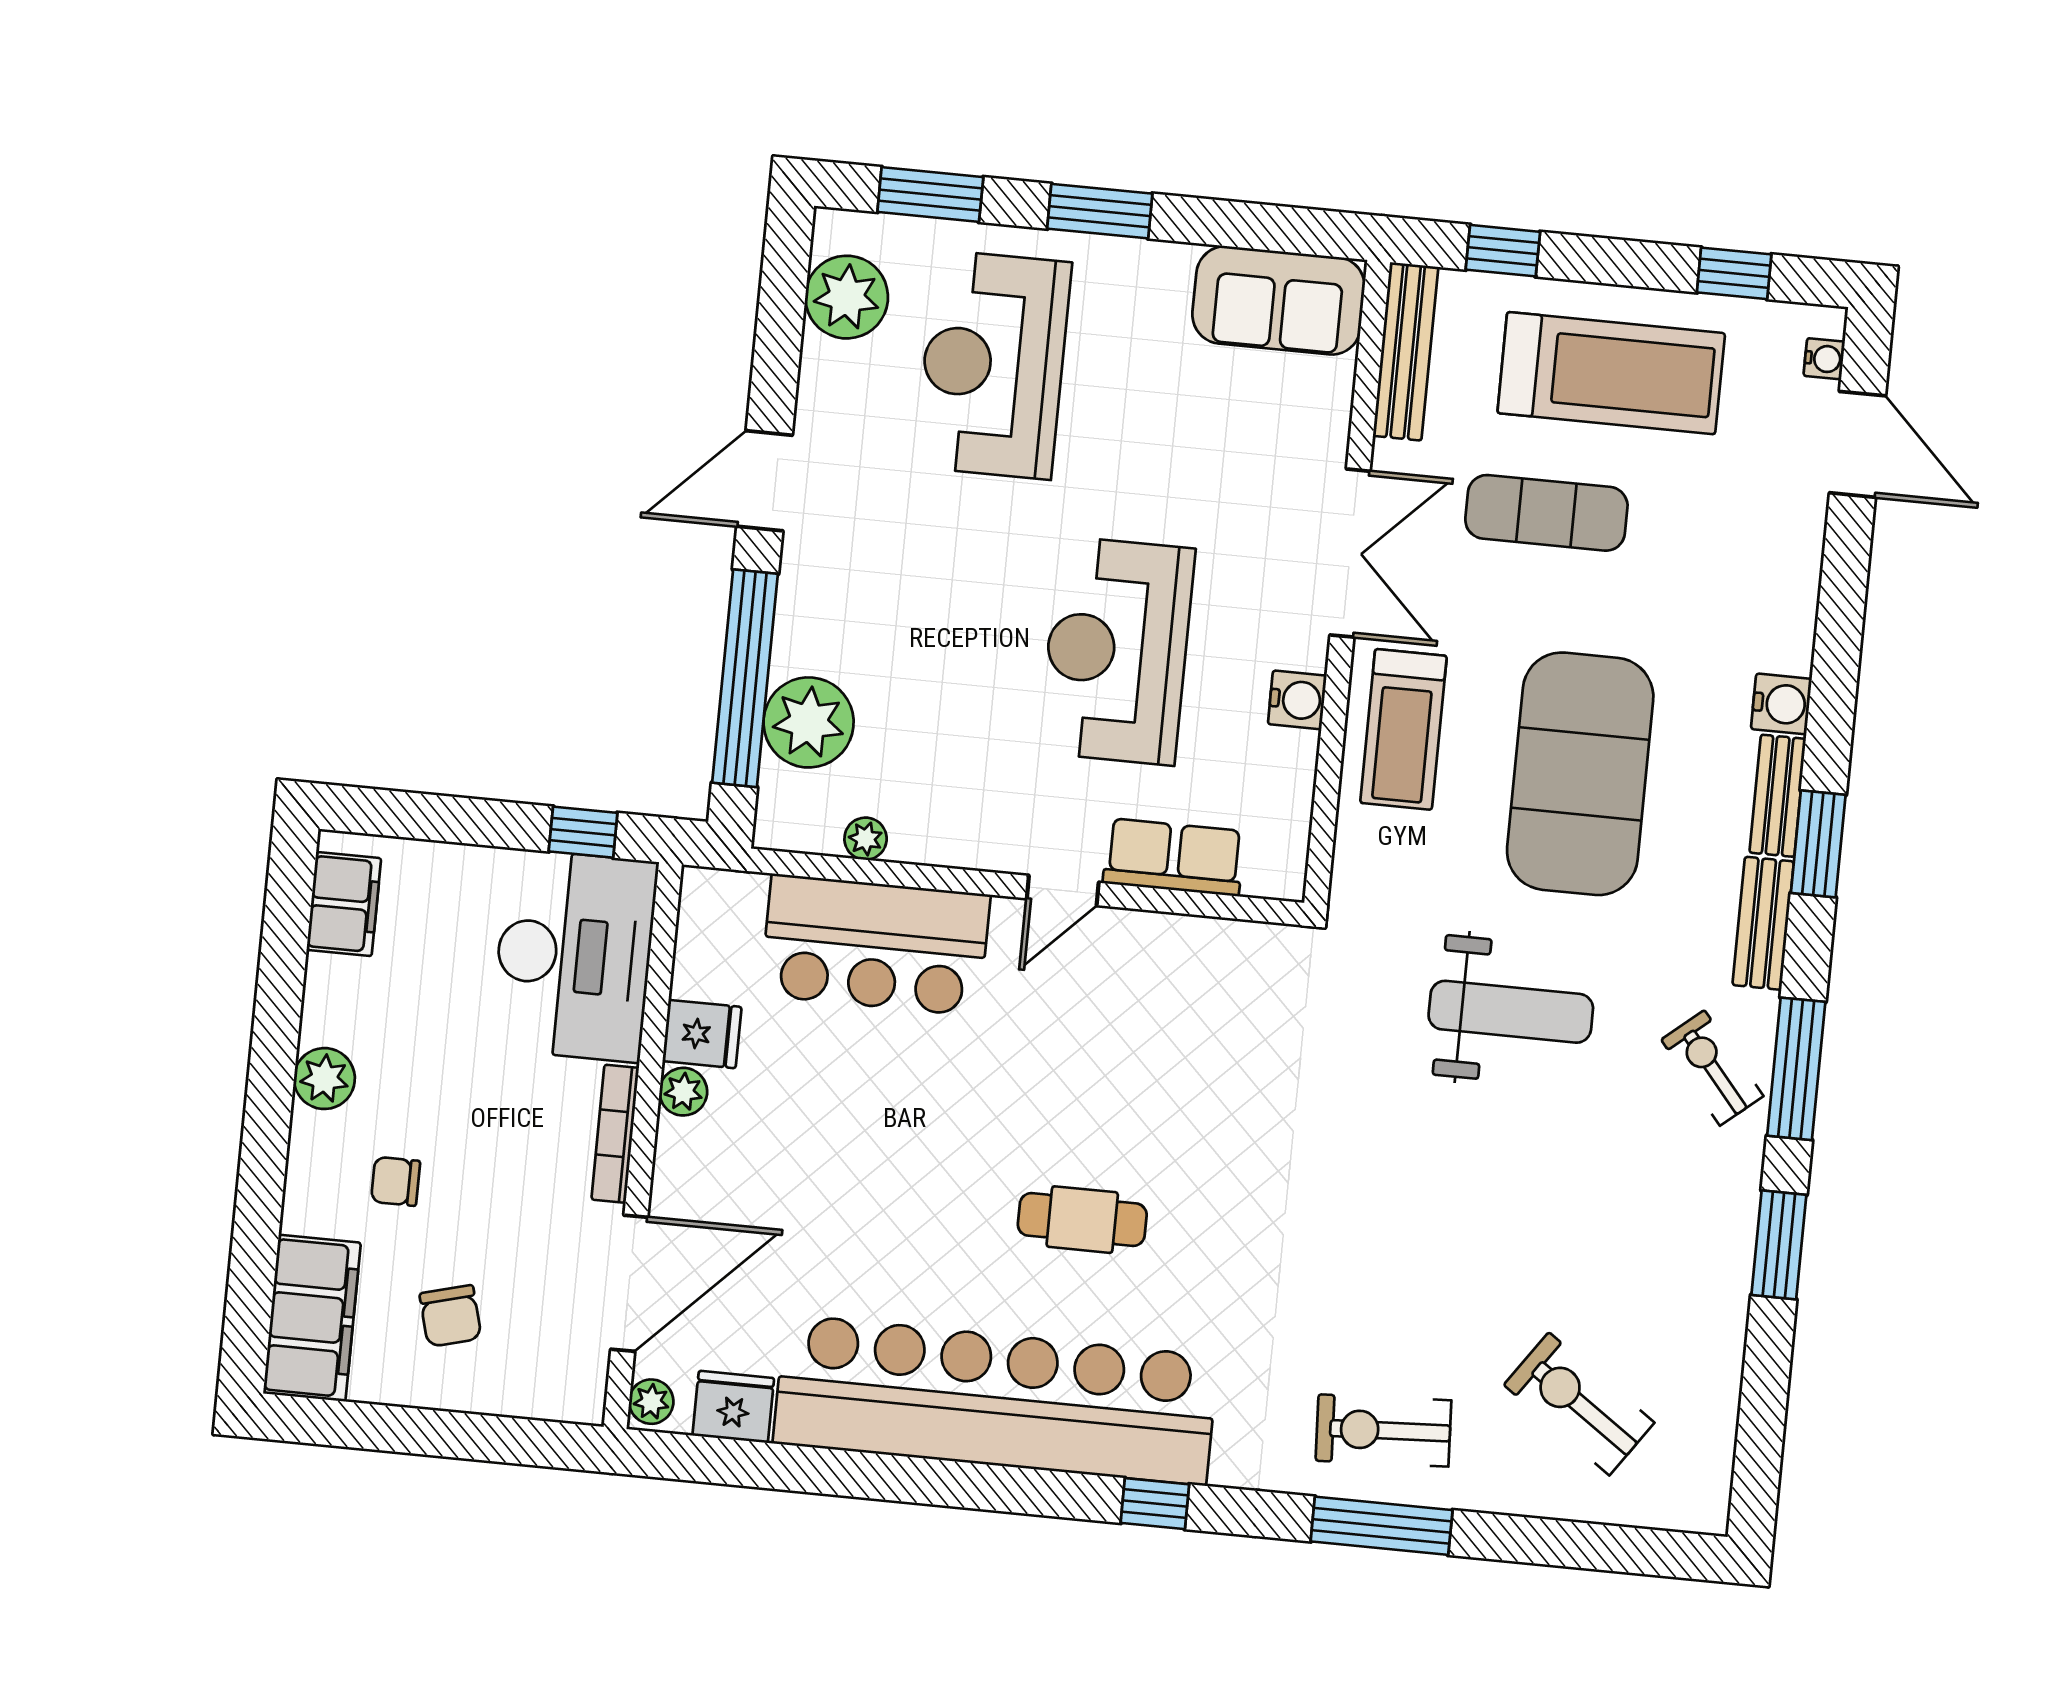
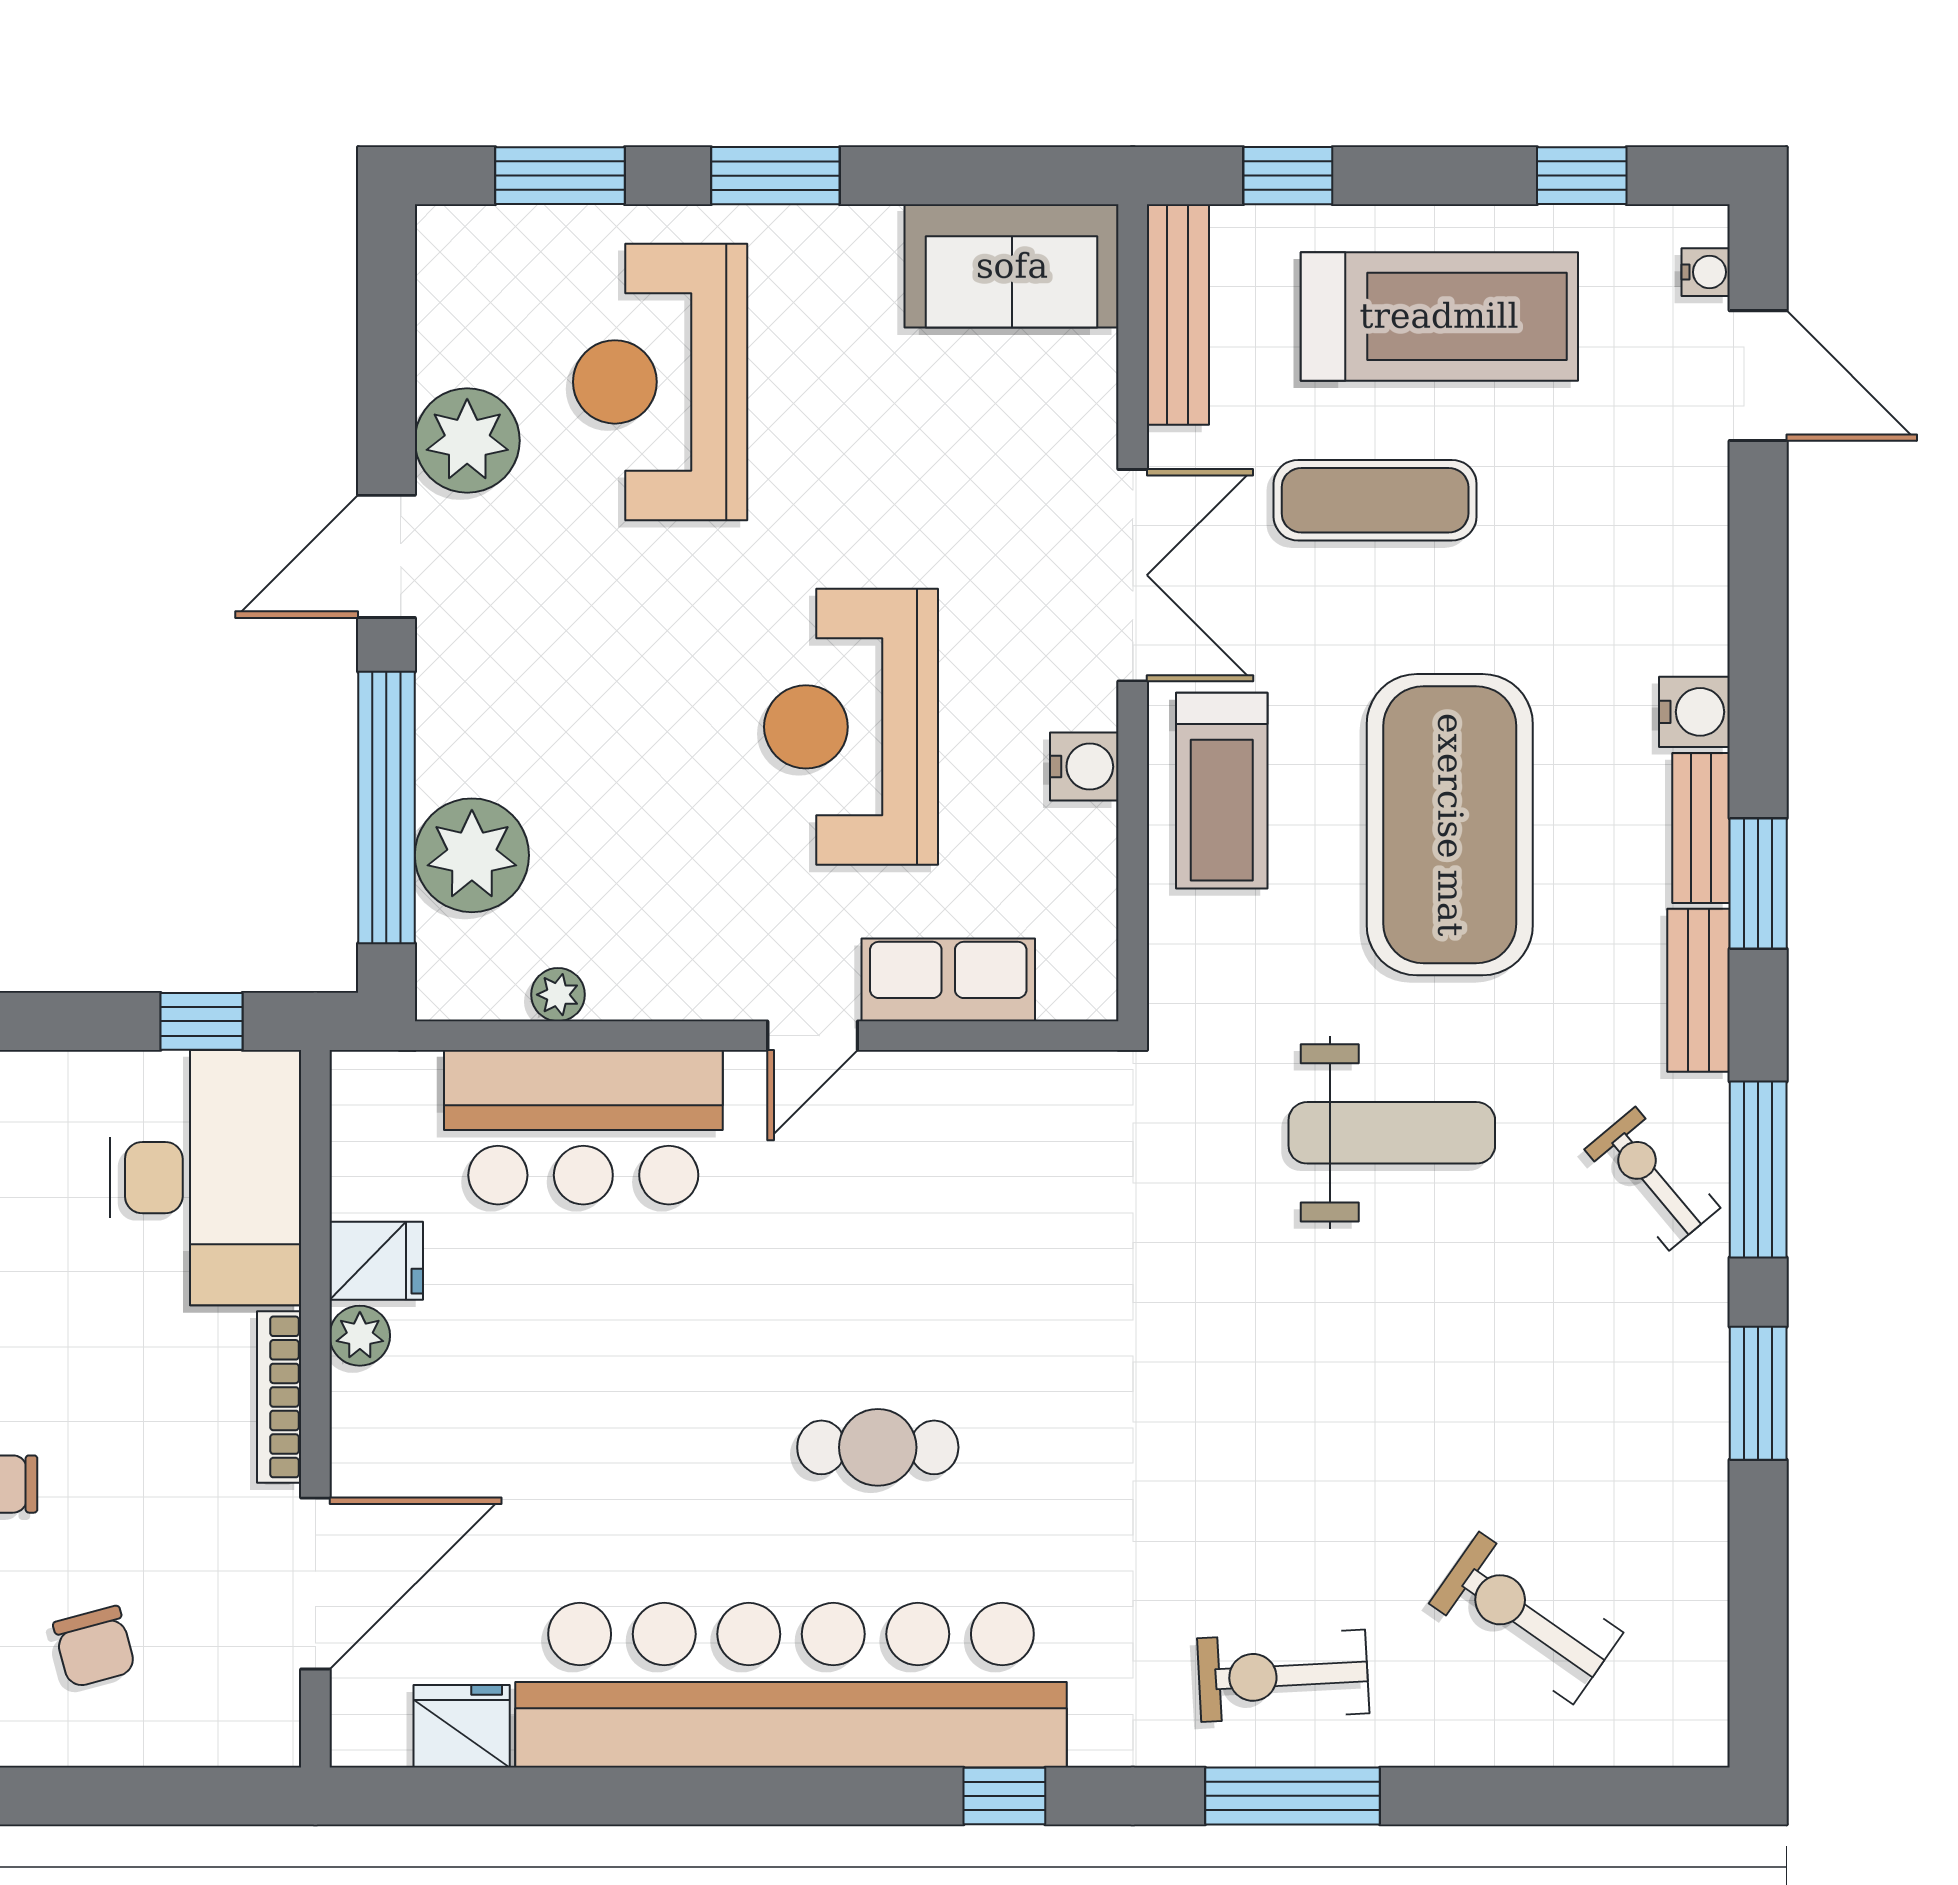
plant: (847, 297) -> (467, 441), moved
plant: (651, 1402) -> (358, 1730), removed

